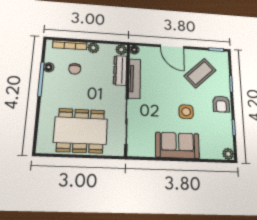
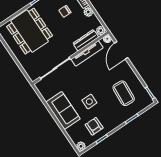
door: (172, 47) -> (121, 50), moved
coffee table: (200, 73) -> (124, 93), turned 47
armchair: (221, 104) -> (94, 126), moved, turned 90
dining table: (81, 131) -> (30, 31), moved

